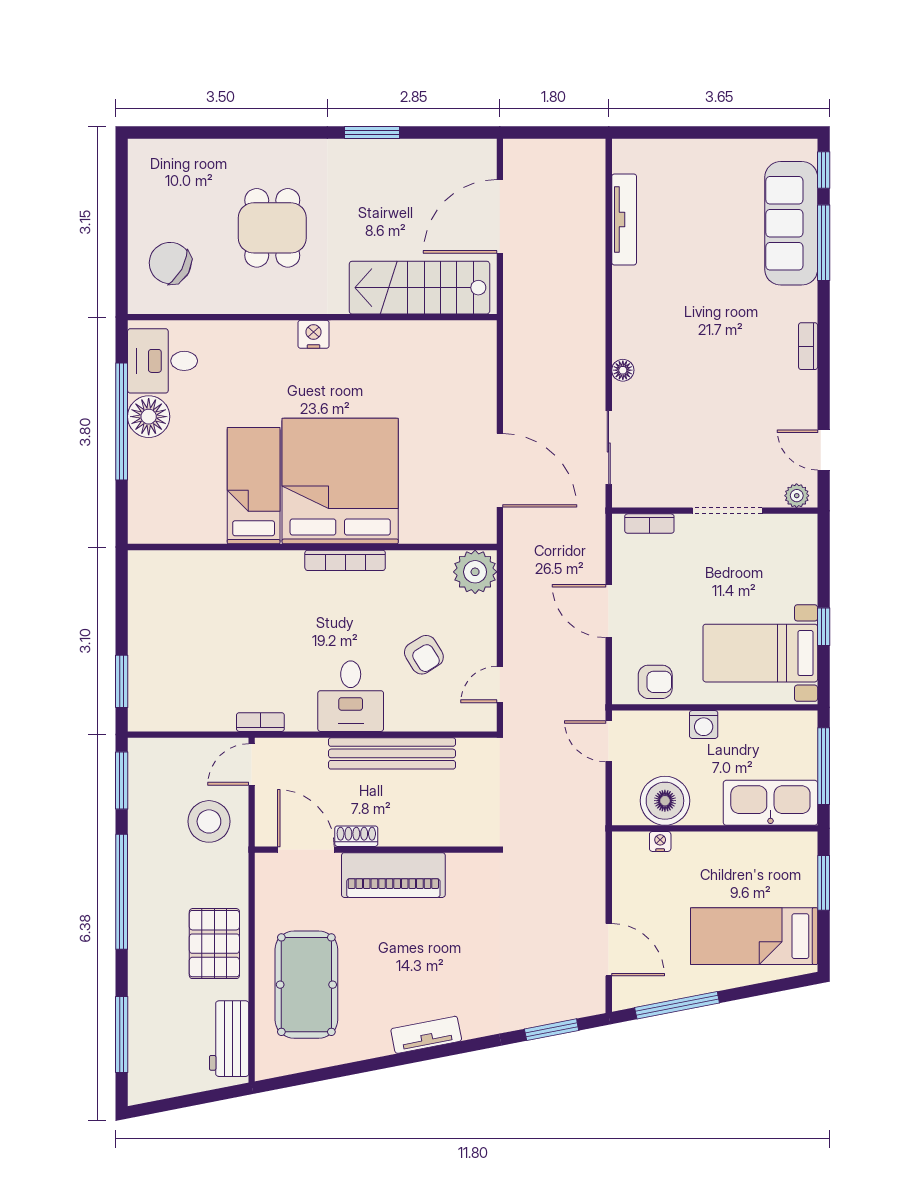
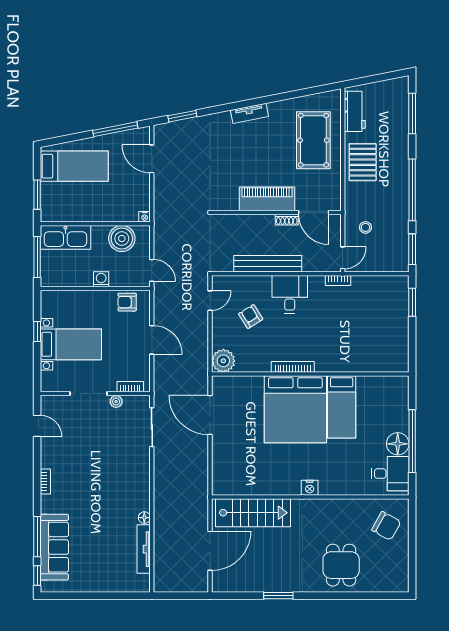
dining table: (272, 228) -> (341, 565), moved
floor lamp: (623, 370) -> (144, 518), moved
plant: (797, 496) -> (116, 402), moved
bed with nightstands: (760, 653) -> (71, 344), moved
stool: (209, 821) -> (365, 227), width x0.53, depth x0.53
nightstand: (660, 841) -> (145, 217), moved

